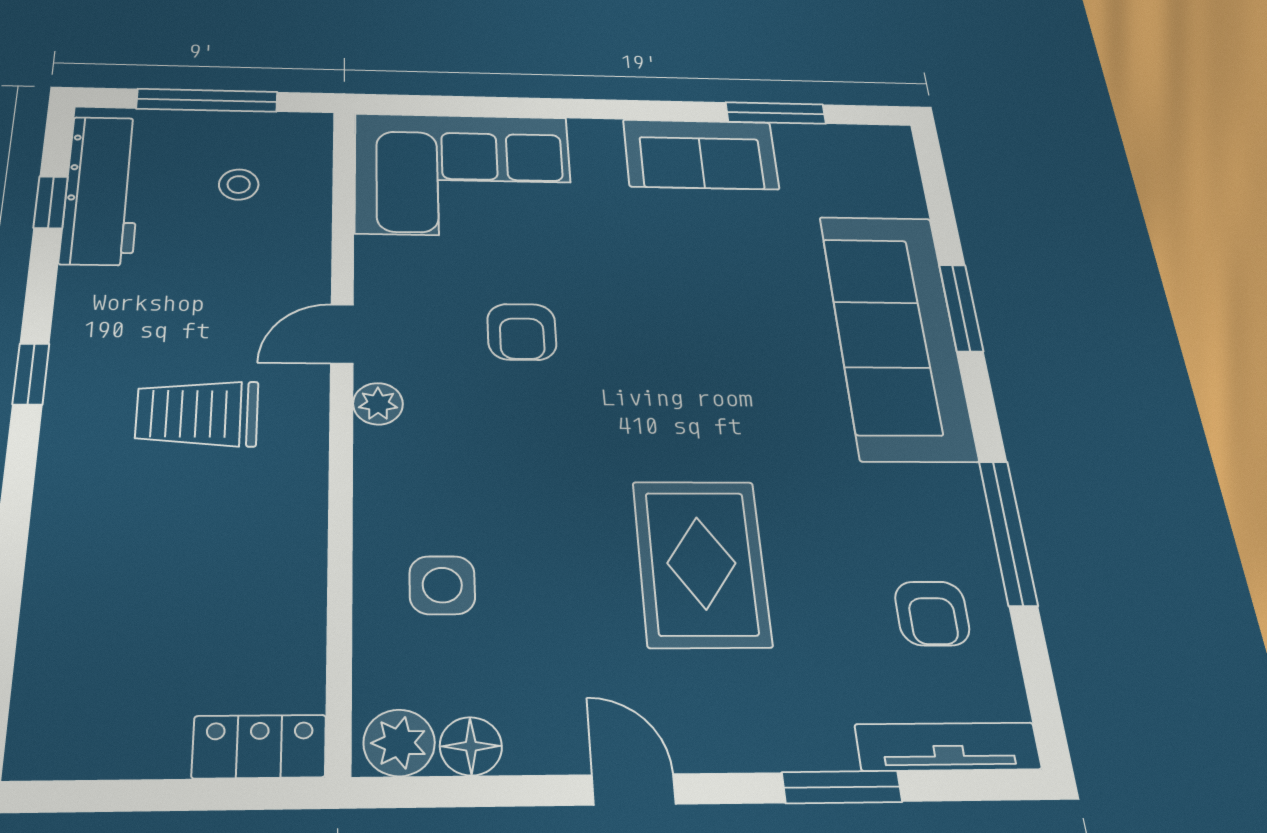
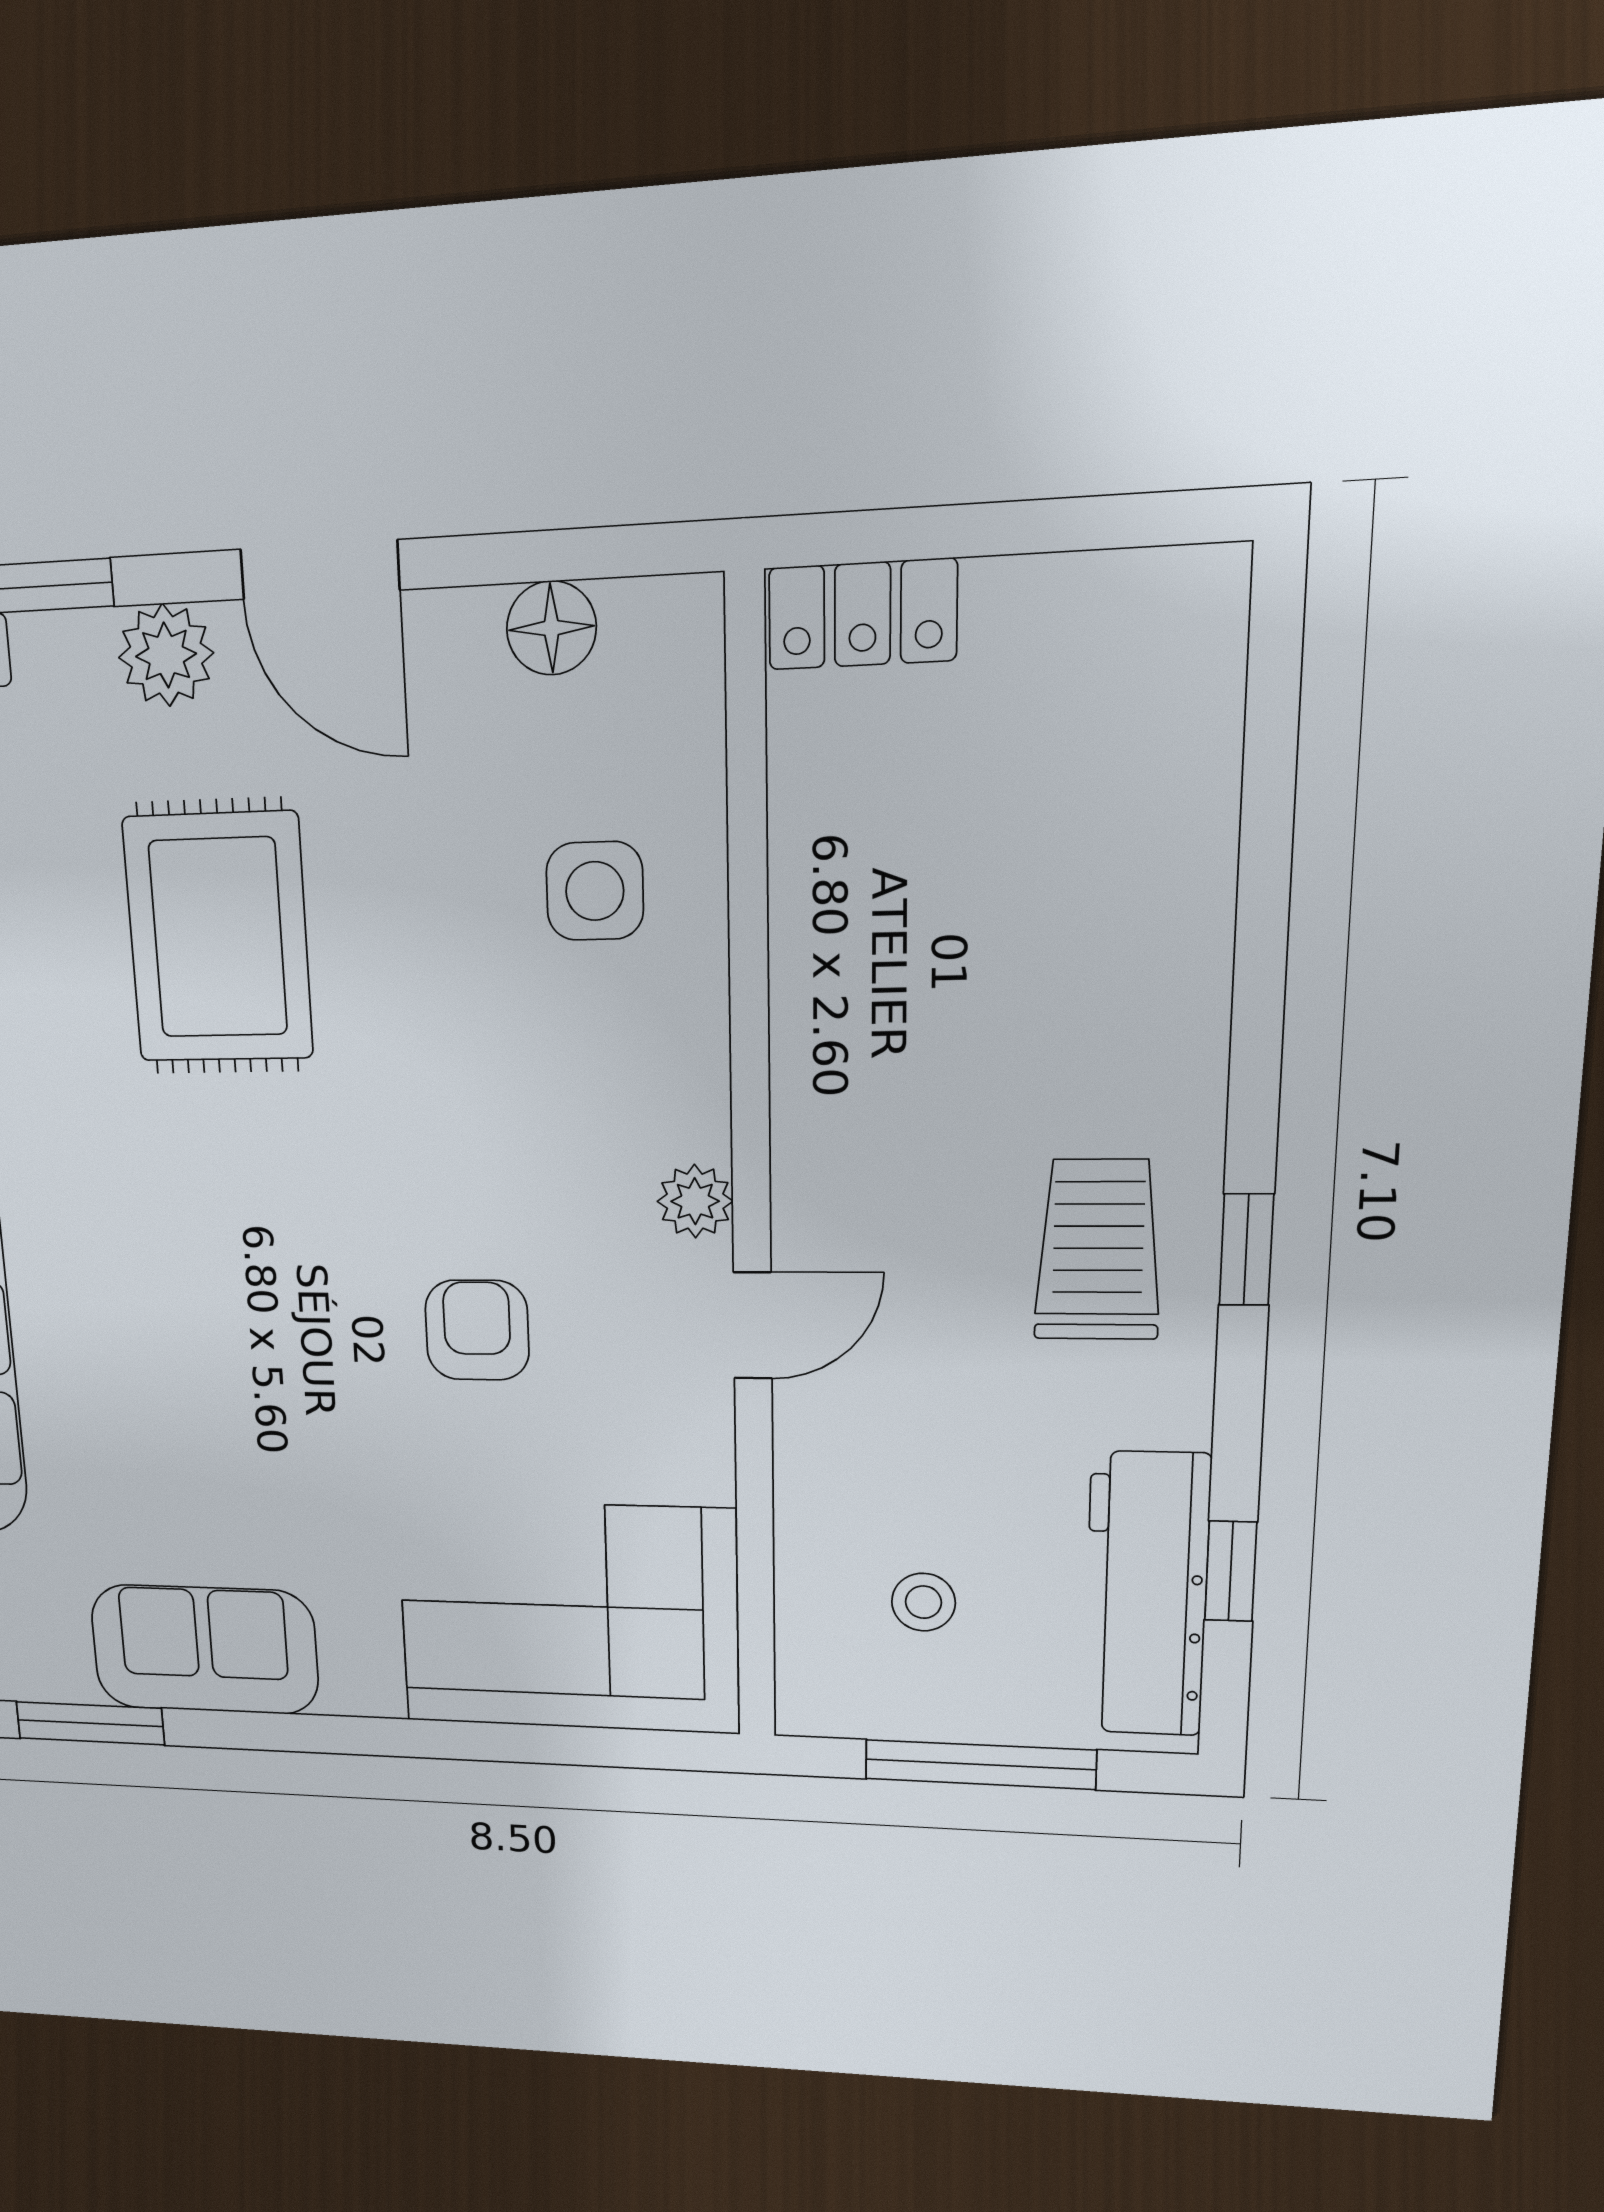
trolley: (197, 414) -> (1098, 1250), moved, turned -90
plant: (399, 743) -> (166, 655), moved
door: (634, 789) -> (320, 570), width x1.38

